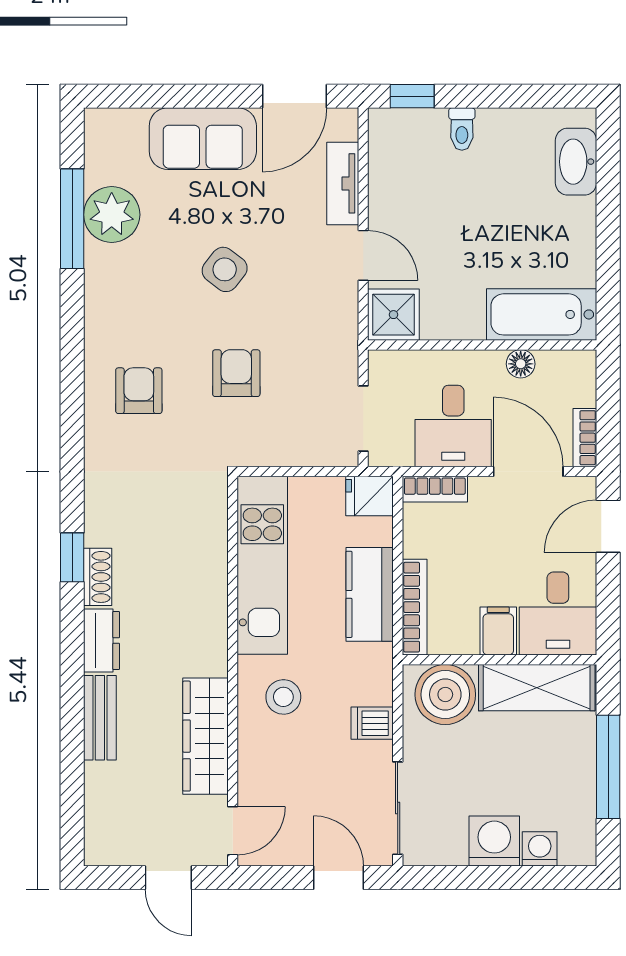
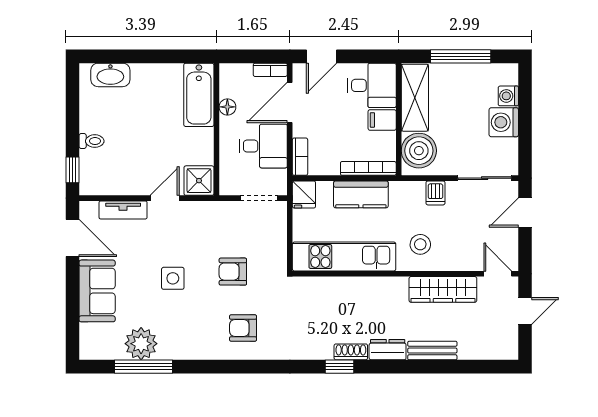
side table: (225, 269) -> (173, 278), turned -38
door: (608, 526) -> (321, 56), hinge flipped

